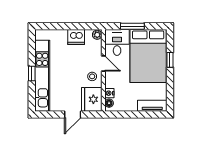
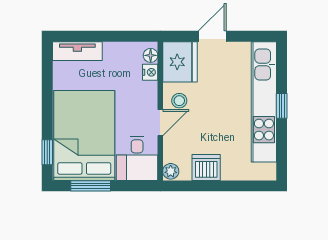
window: (132, 26) -> (91, 186), moved
window: (170, 60) -> (47, 152), moved
door: (103, 64) -> (160, 123), swing flipped

